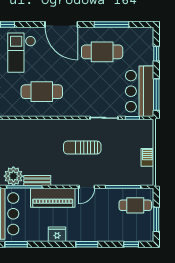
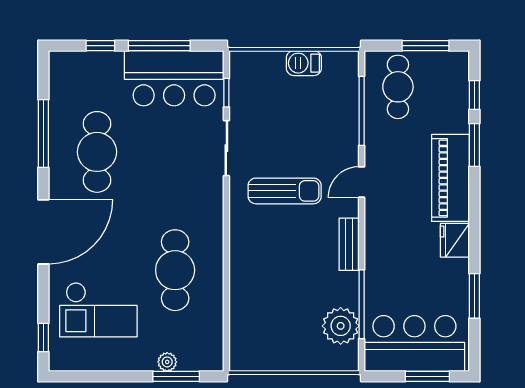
window: (156, 95) -> (159, 46), moved
sun lounger: (82, 148) -> (285, 191), turned -90
bench: (37, 180) -> (349, 244), moved
door: (87, 187) -> (362, 182), swing flipped
piano: (53, 198) -> (450, 178), moved, turned 180
window: (16, 244) -> (474, 296), moved
window: (87, 244) -> (474, 145), moved

